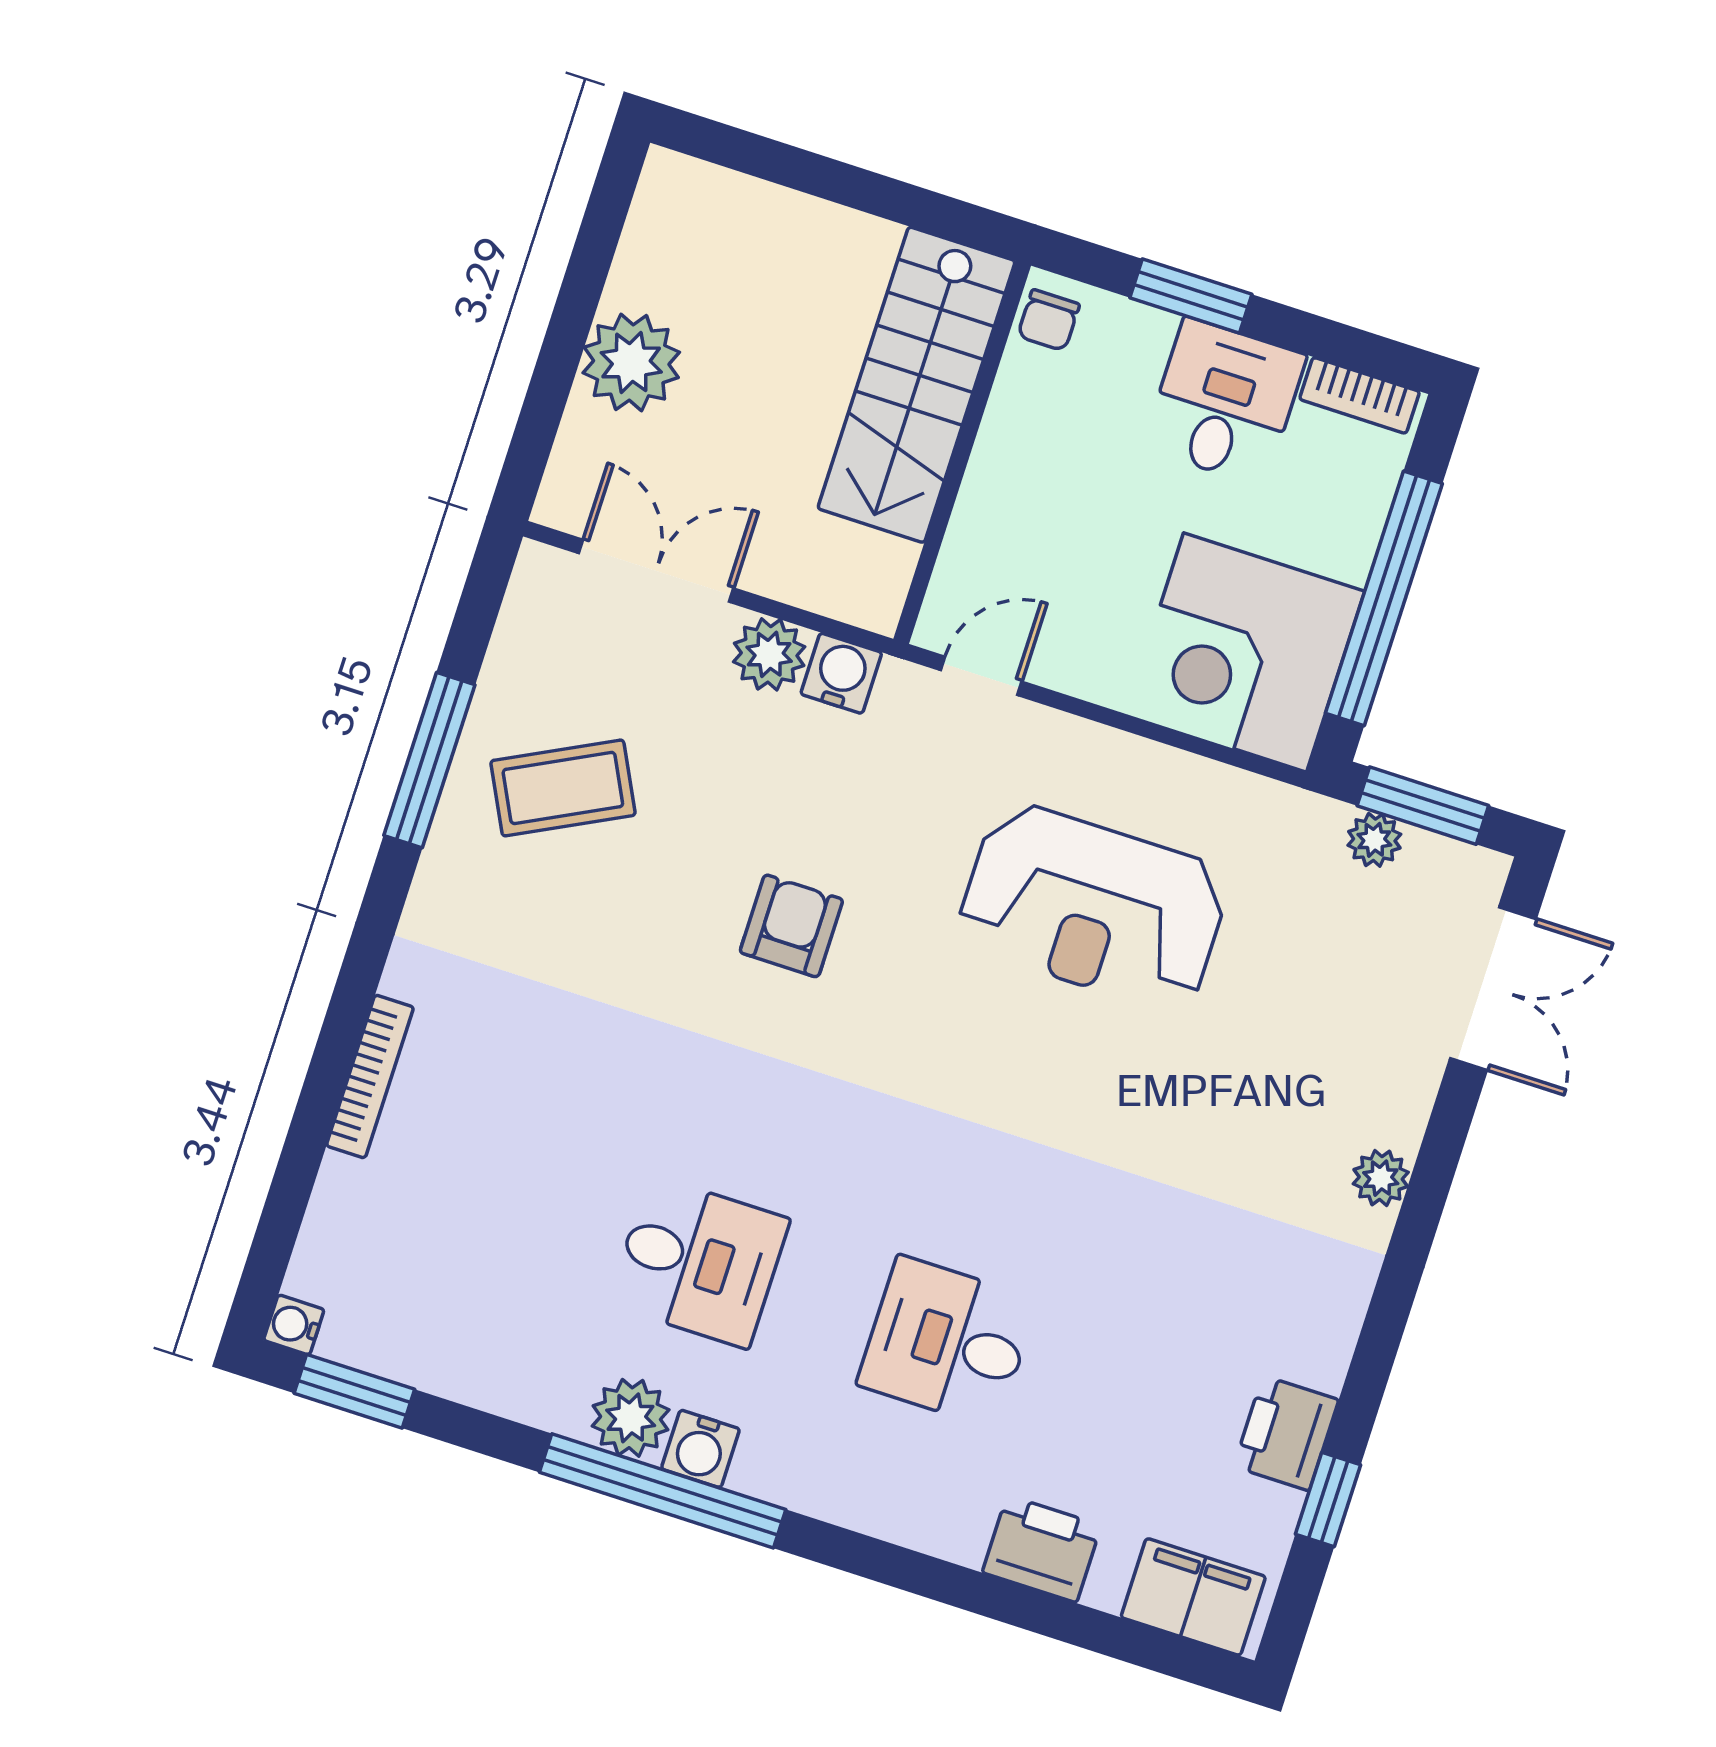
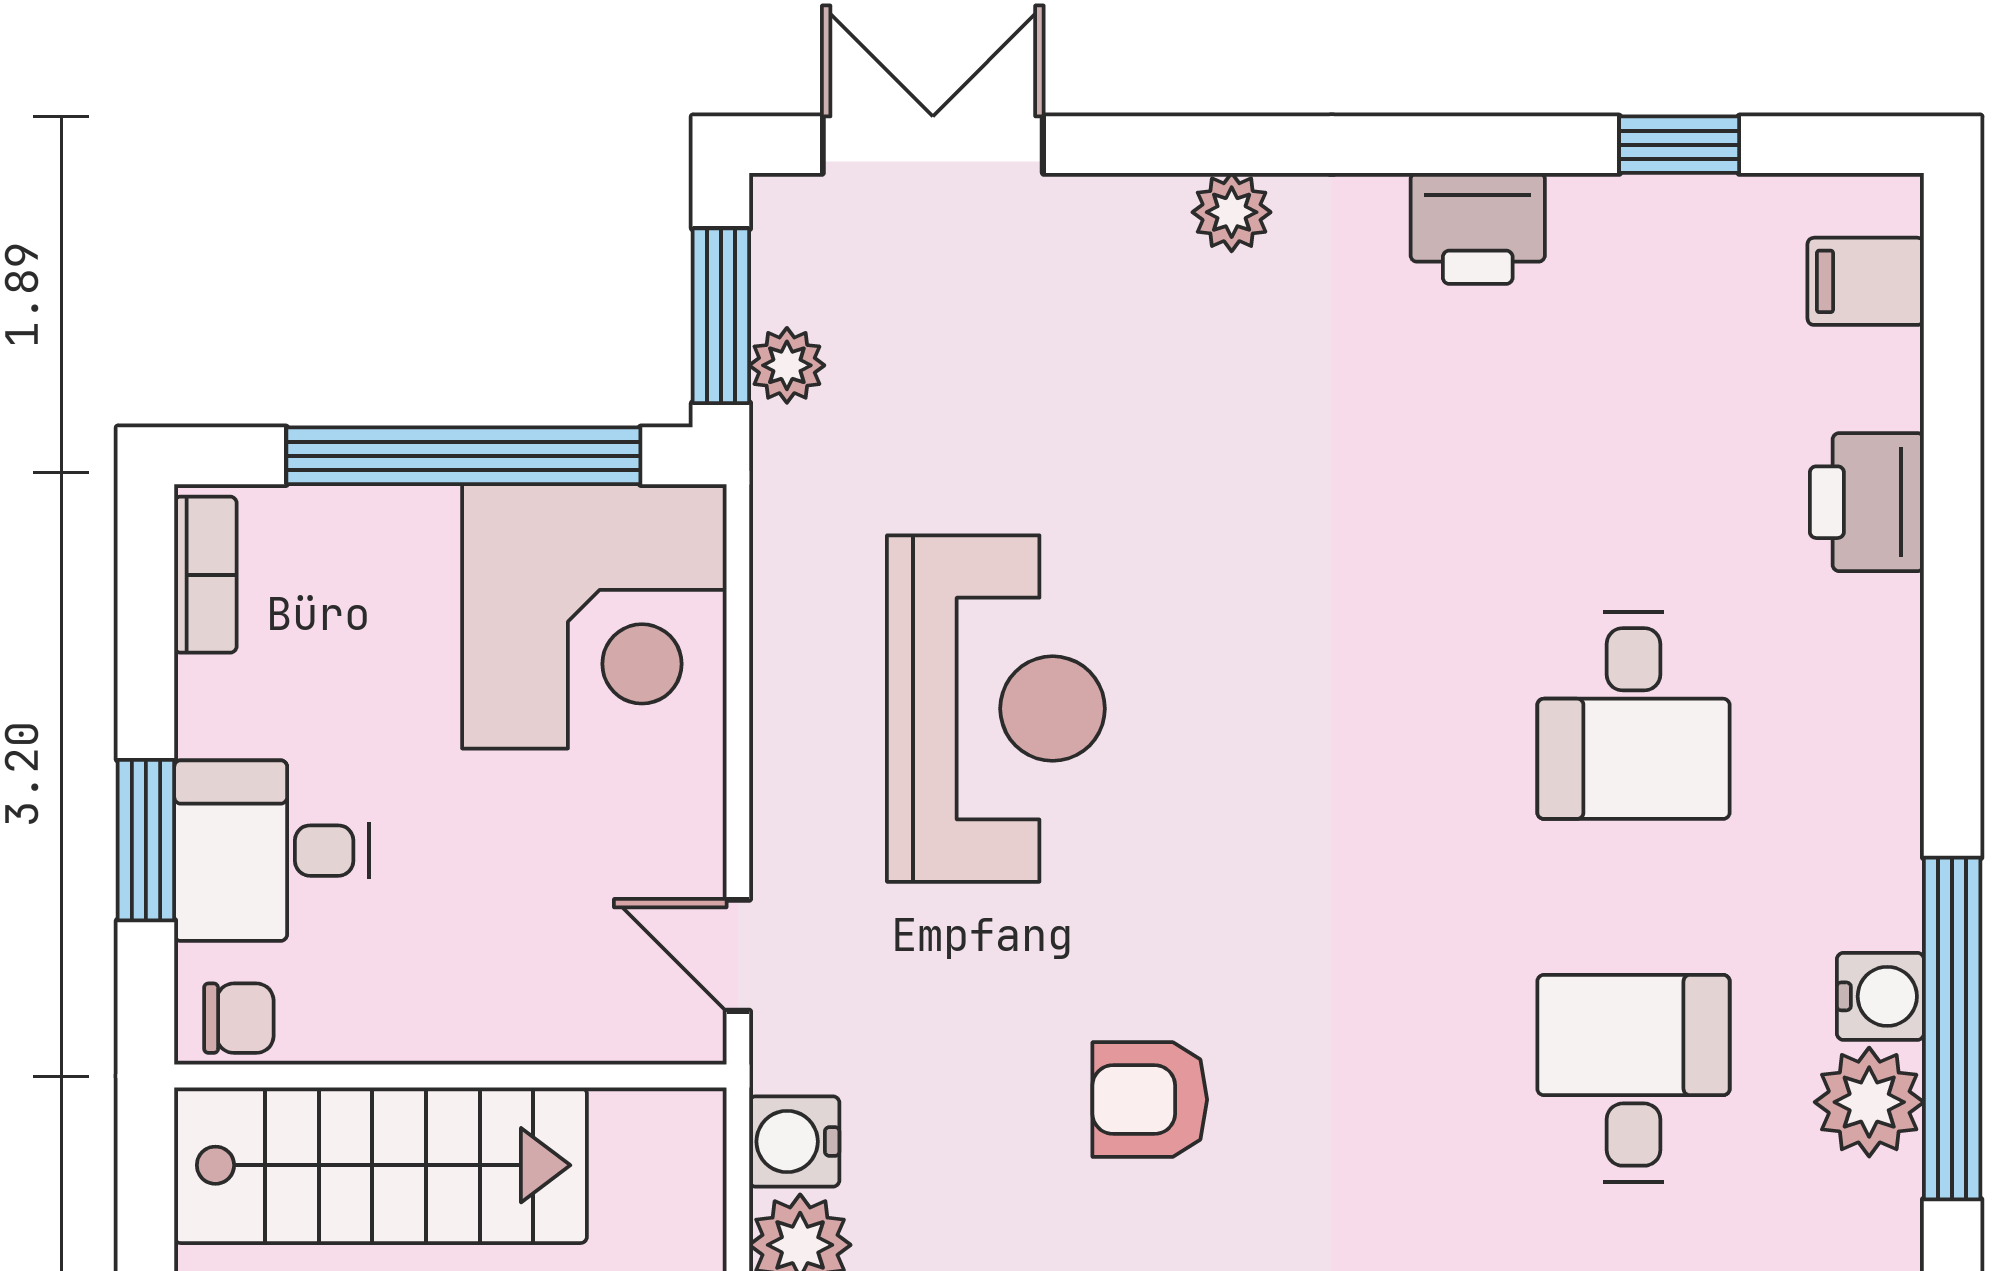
desk: (1225, 402) -> (272, 851), moved
printer: (1286, 1433) -> (1478, 228), moved
filing cabinet: (1193, 1597) -> (1866, 281), width x0.50

